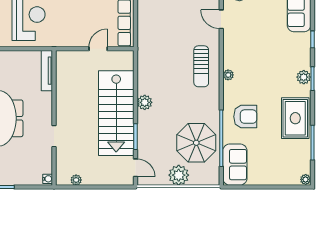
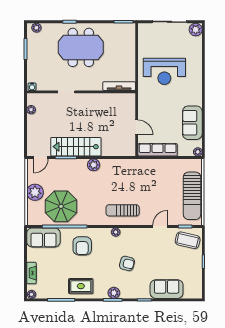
armchair: (267, 61) -> (127, 263), added
stairs: (116, 113) -> (76, 147), width x0.73, depth x0.66
rug: (295, 118) -> (81, 286), width x0.73, depth x0.70
fireplace: (279, 180) -> (31, 273), added

